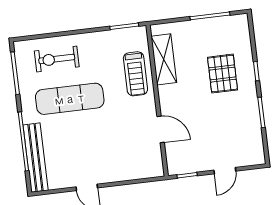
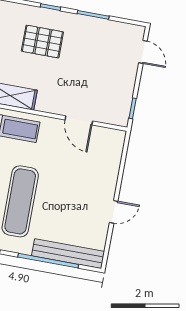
door: (161, 129) -> (79, 120), swing flipped
door: (225, 171) -> (143, 52), moved

